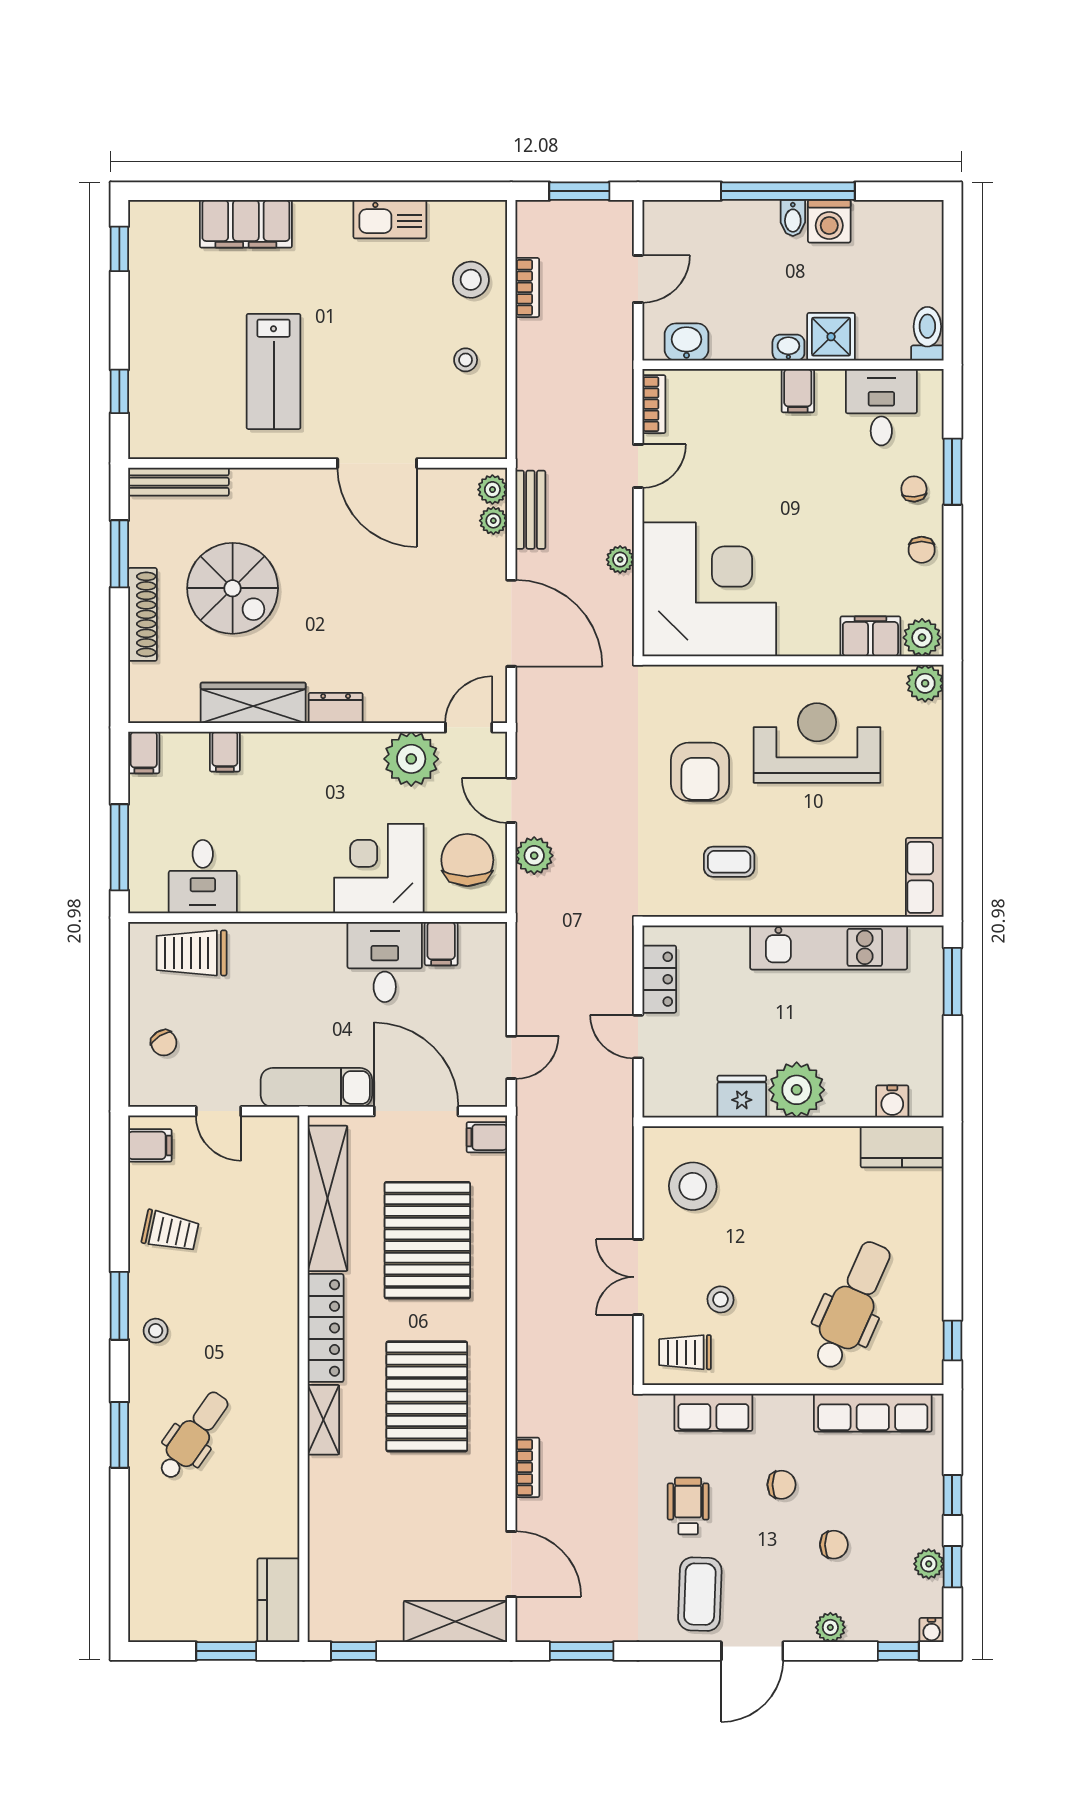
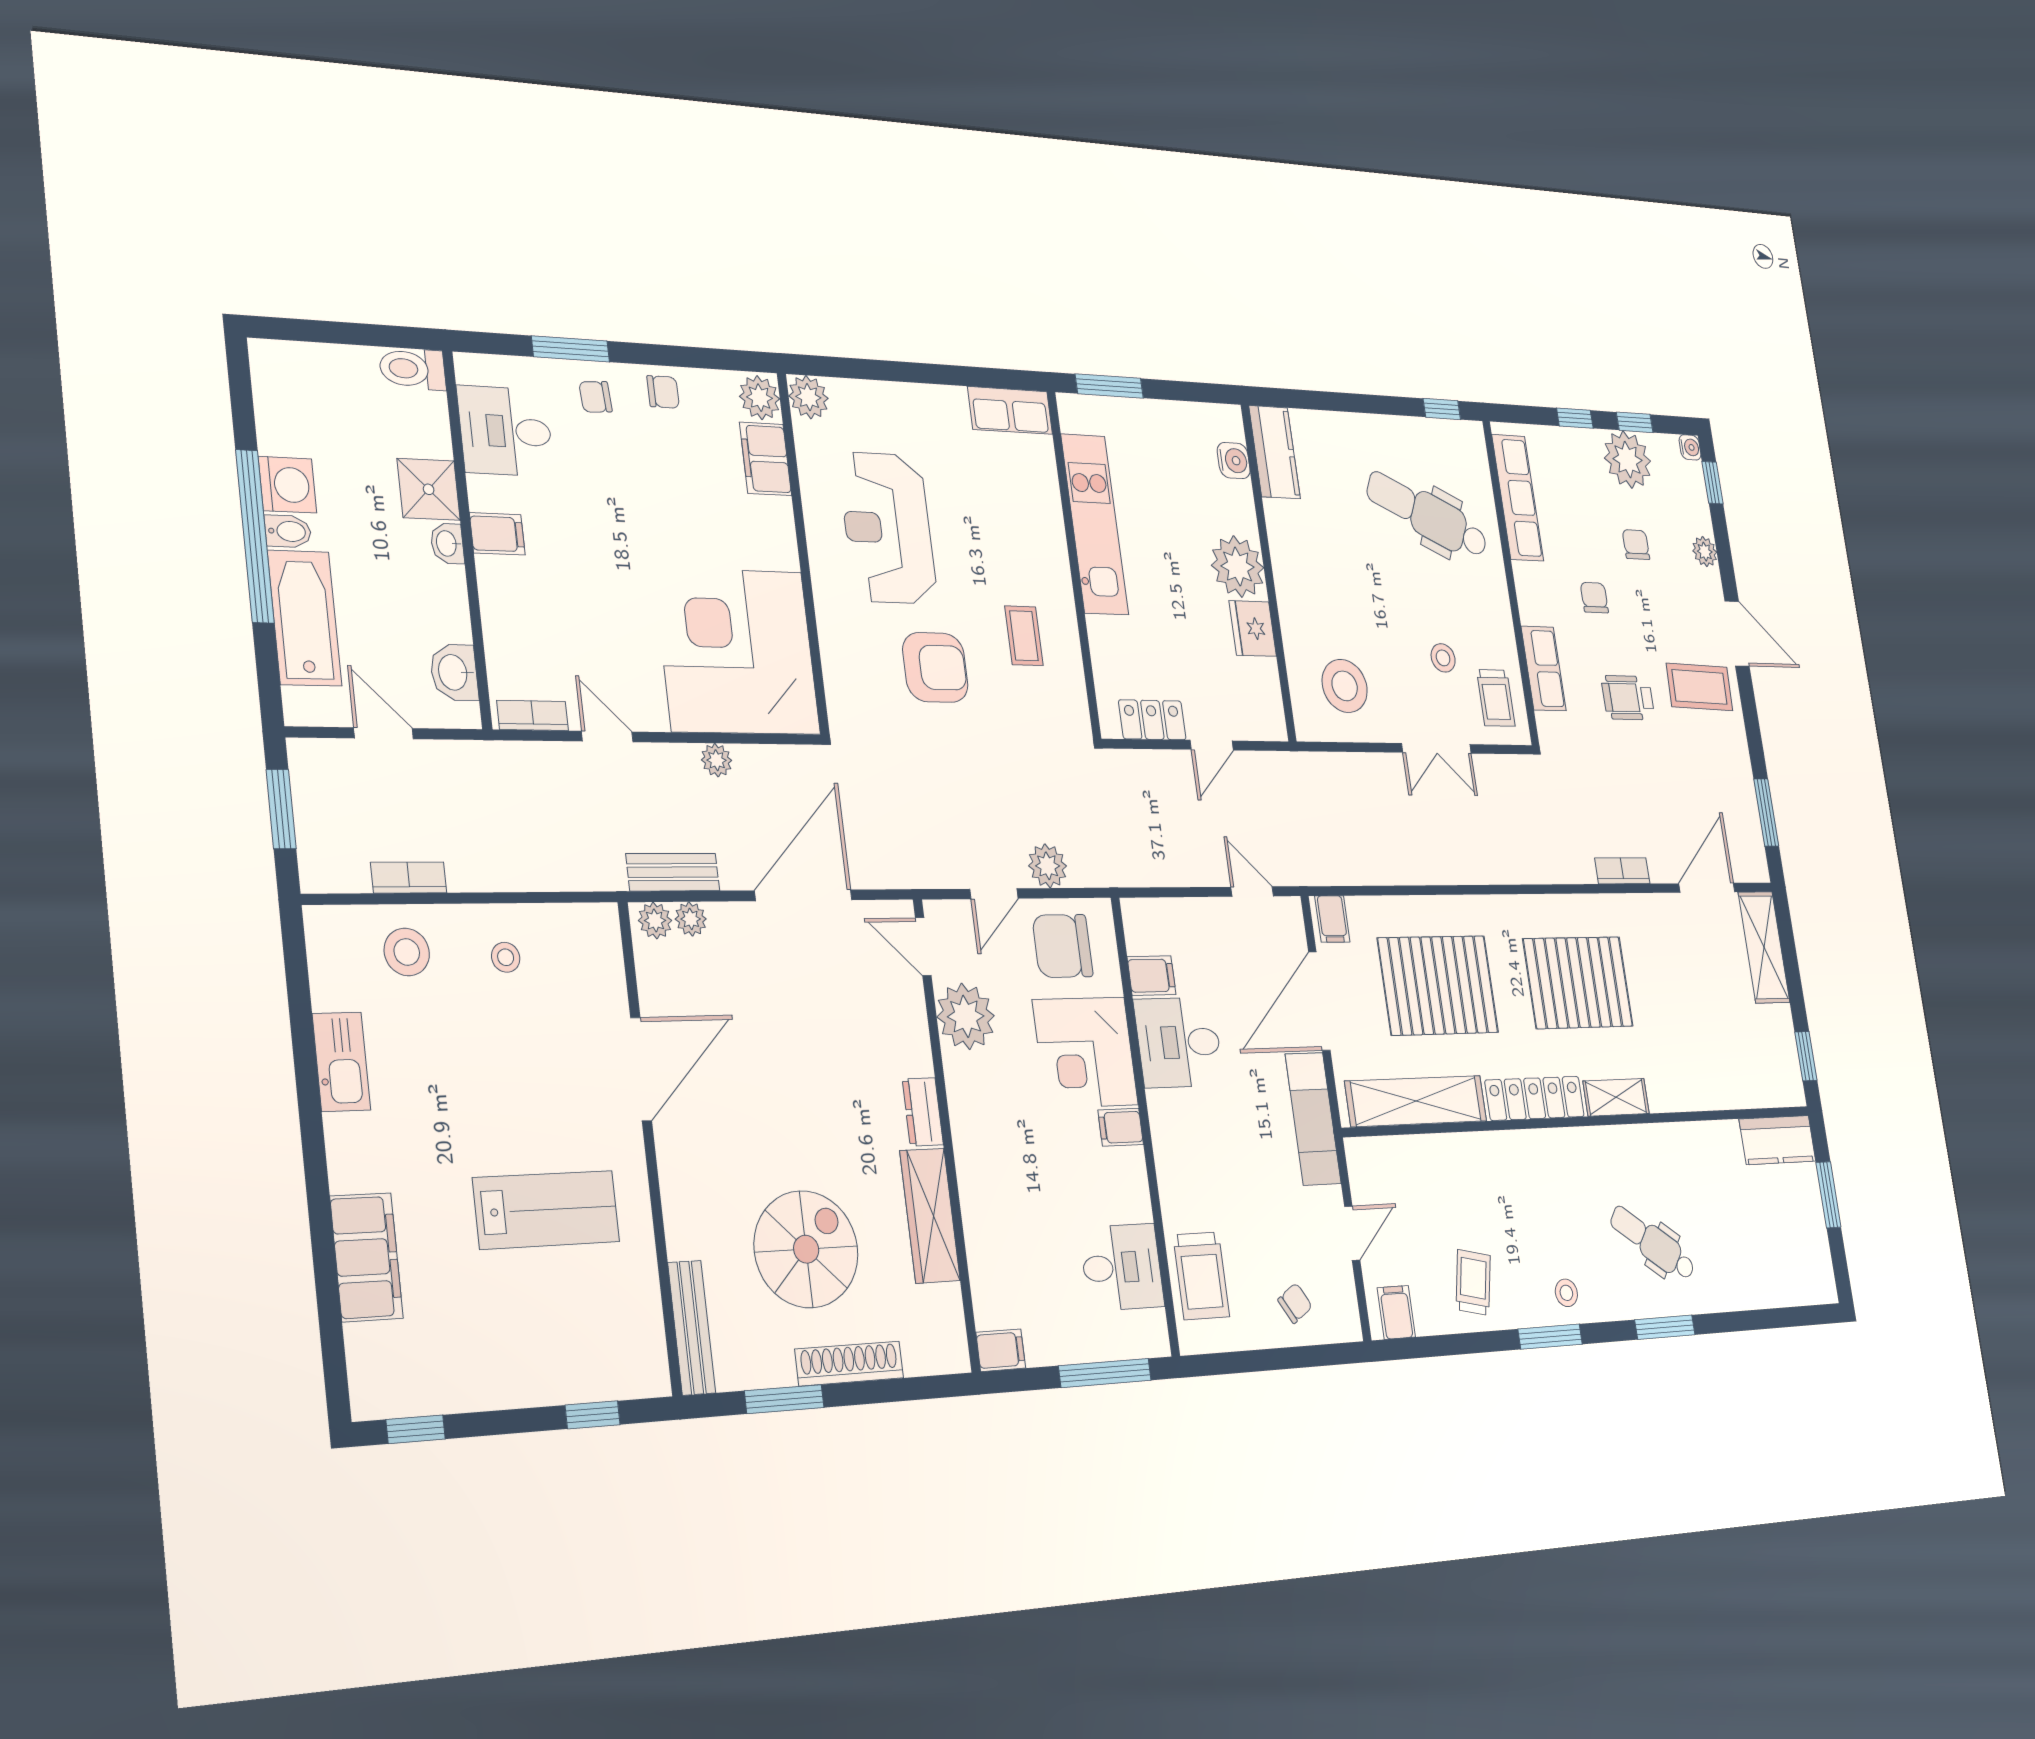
bathtub: (726, 224) -> (305, 618), added
filing cabinet: (225, 752) -> (1121, 1127), moved, turned 180
plant: (929, 1564) -> (1628, 460), width x1.88, depth x1.88

